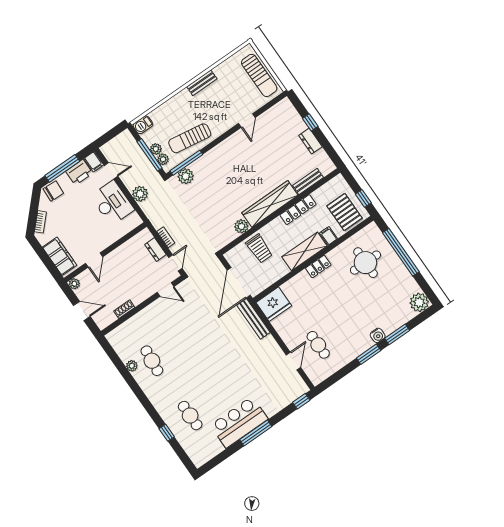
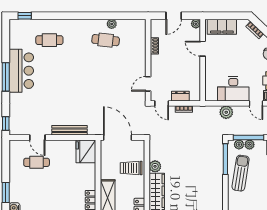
door: (111, 171) -> (256, 103), hinge flipped
plant: (186, 176) -> (216, 152), removed
bench: (254, 319) -> (69, 130), moved
window: (167, 433) -> (25, 16), moved

